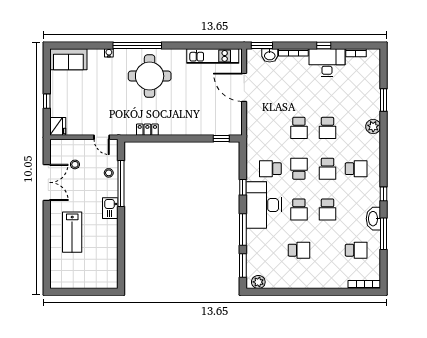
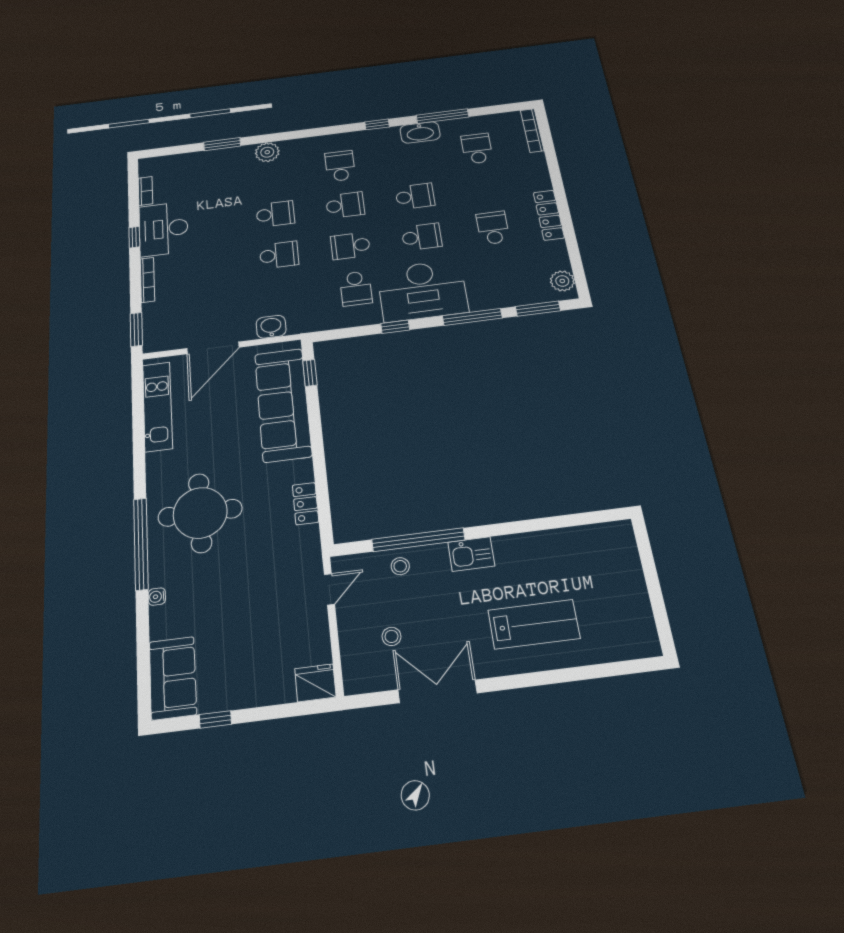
washbasin: (270, 55) -> (271, 327), moved, turned -90
window: (47, 101) -> (215, 719), moved
sofa: (204, 123) -> (283, 405), added
locker: (303, 283) -> (549, 215), added

